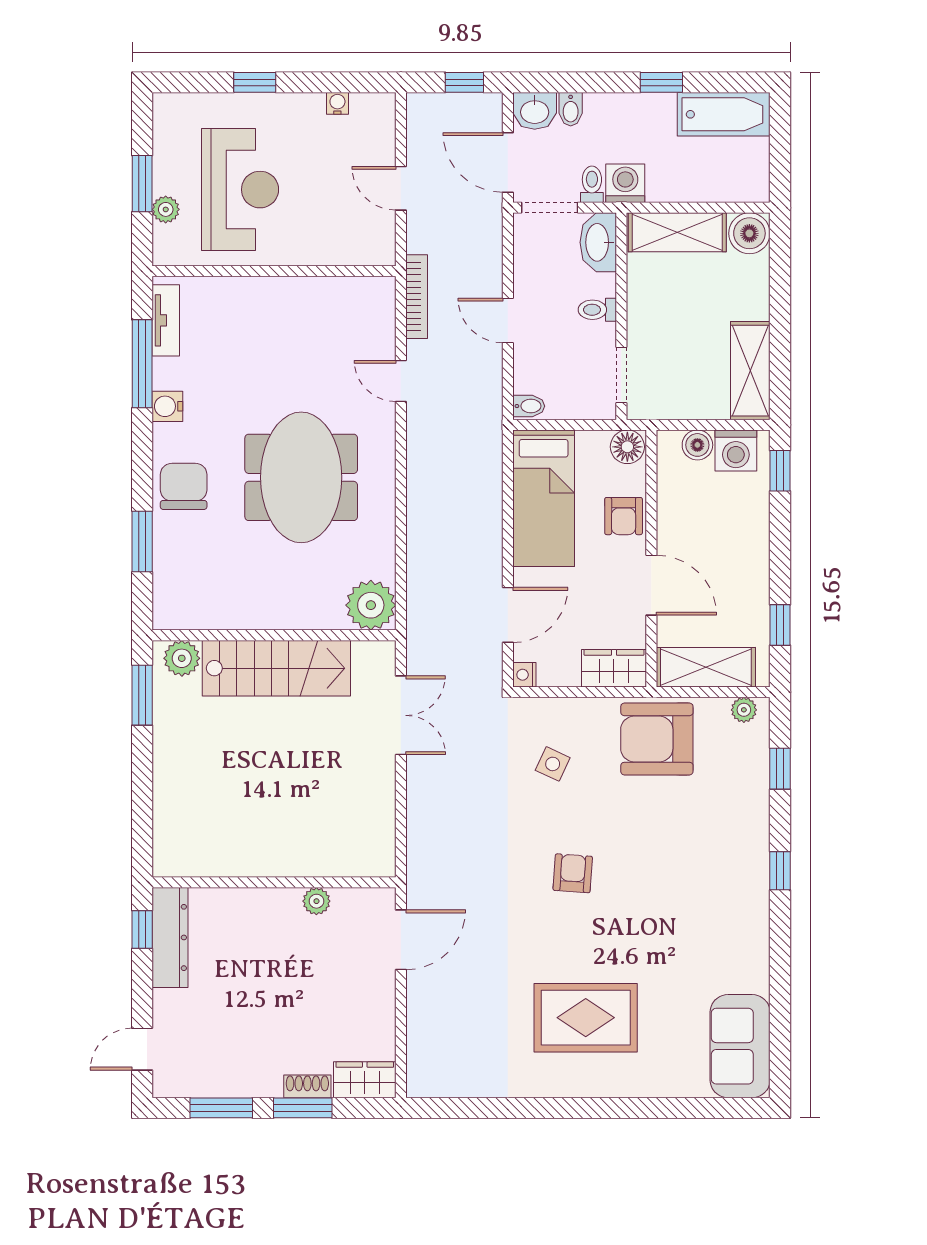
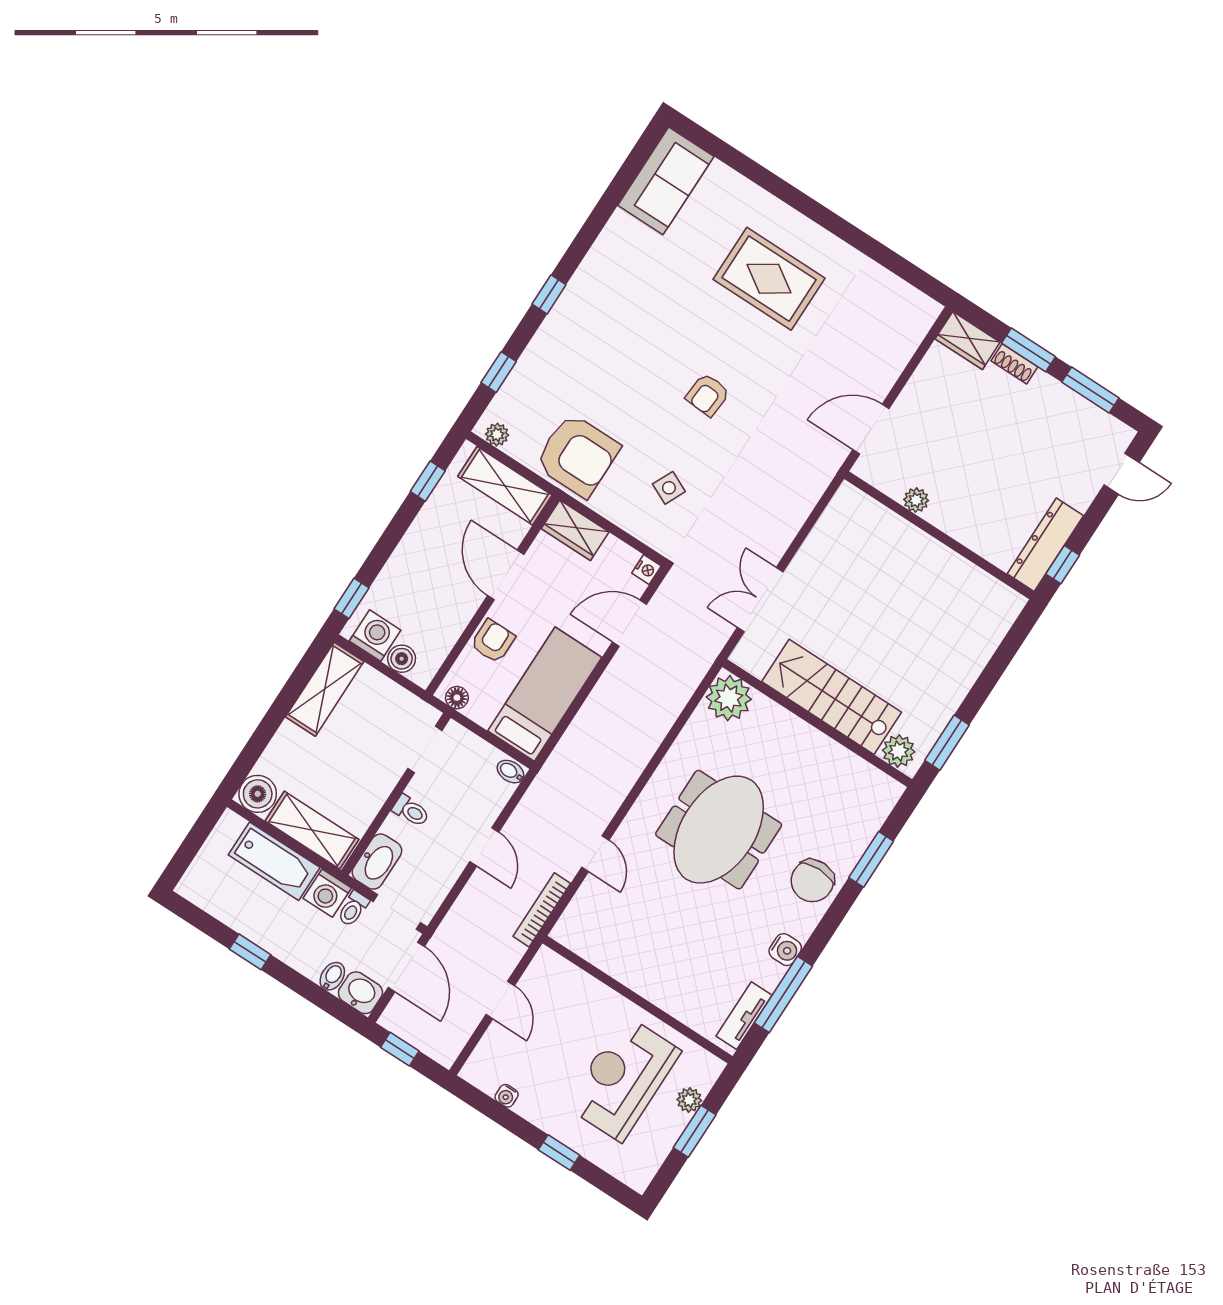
bathtub: (724, 114) -> (274, 861), moved, turned 180
floor lamp: (627, 447) -> (457, 698), width x0.73, depth x0.73

